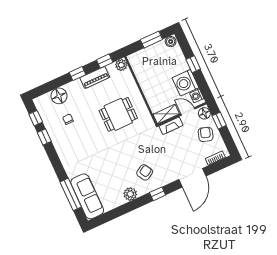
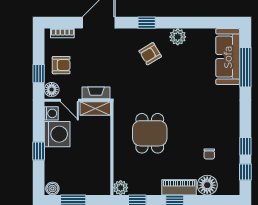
piano: (95, 77) -> (179, 187), moved
dining table: (118, 114) -> (150, 133), turned 90
armchair: (206, 134) -> (61, 65), turned -107

